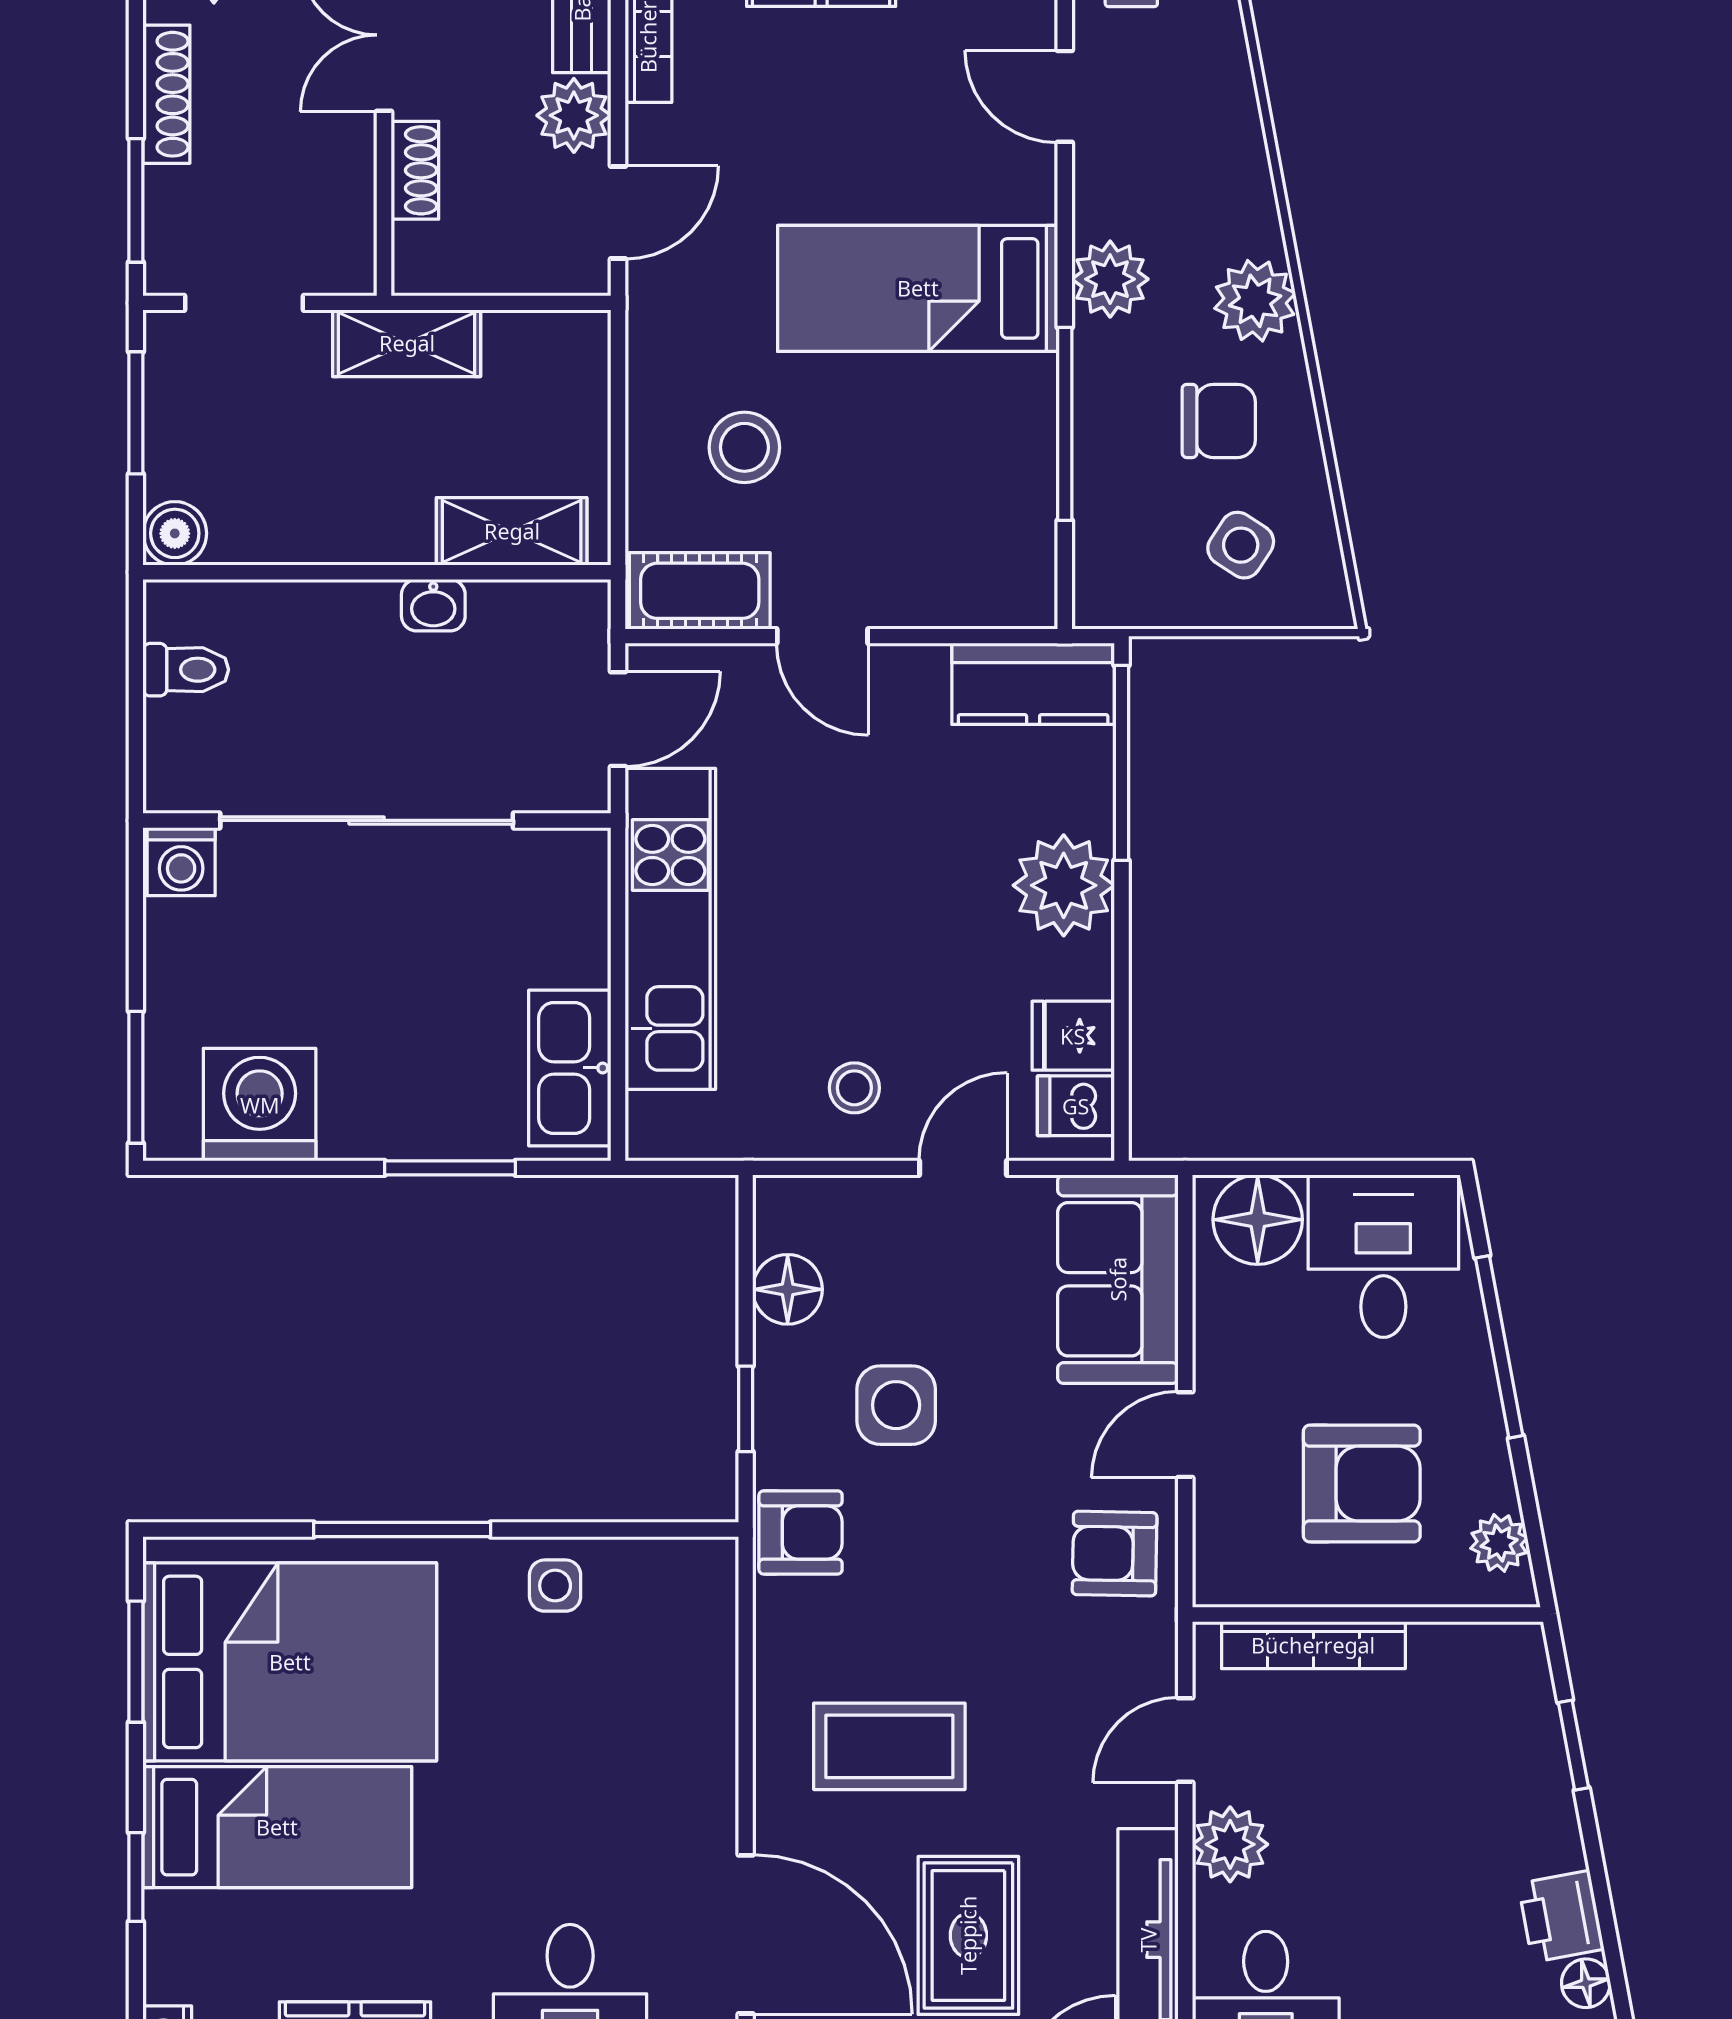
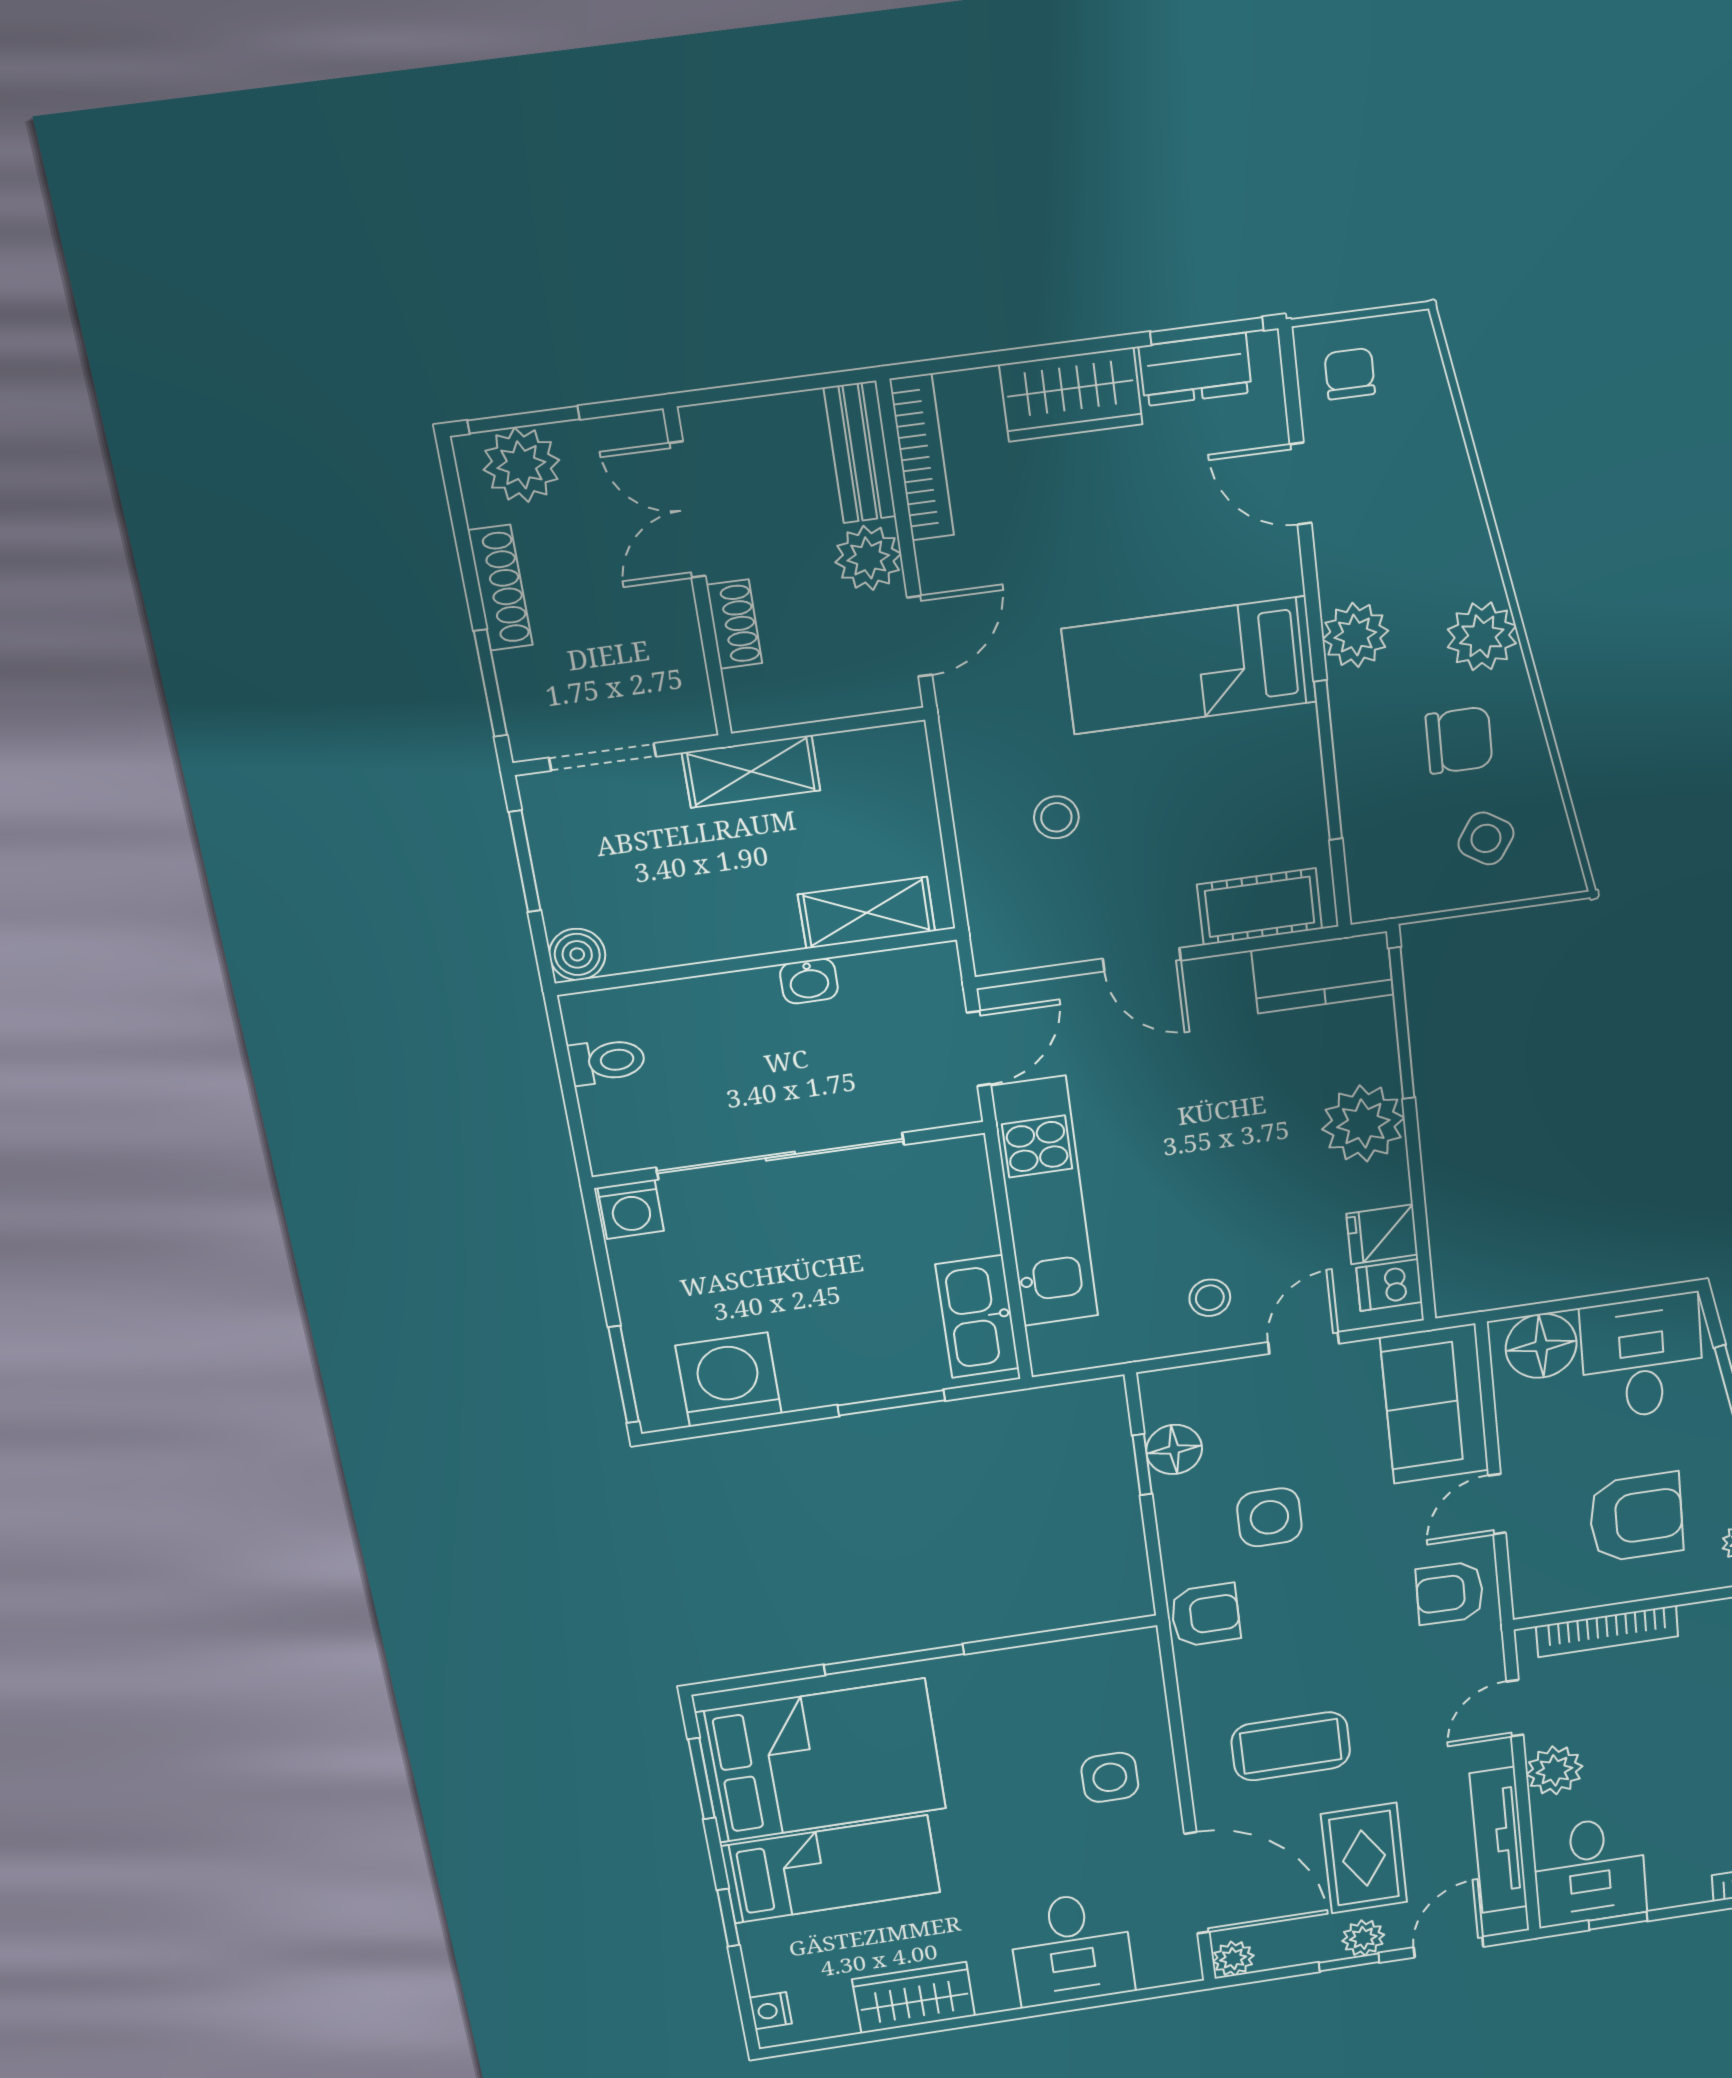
stool: (744, 447) -> (1056, 817), width x0.73, depth x0.73
cot: (700, 591) -> (1260, 907), moved
window: (746, 1409) -> (1142, 1465), moved
side table: (555, 1586) -> (1110, 1777), moved, width x1.37, depth x1.37

